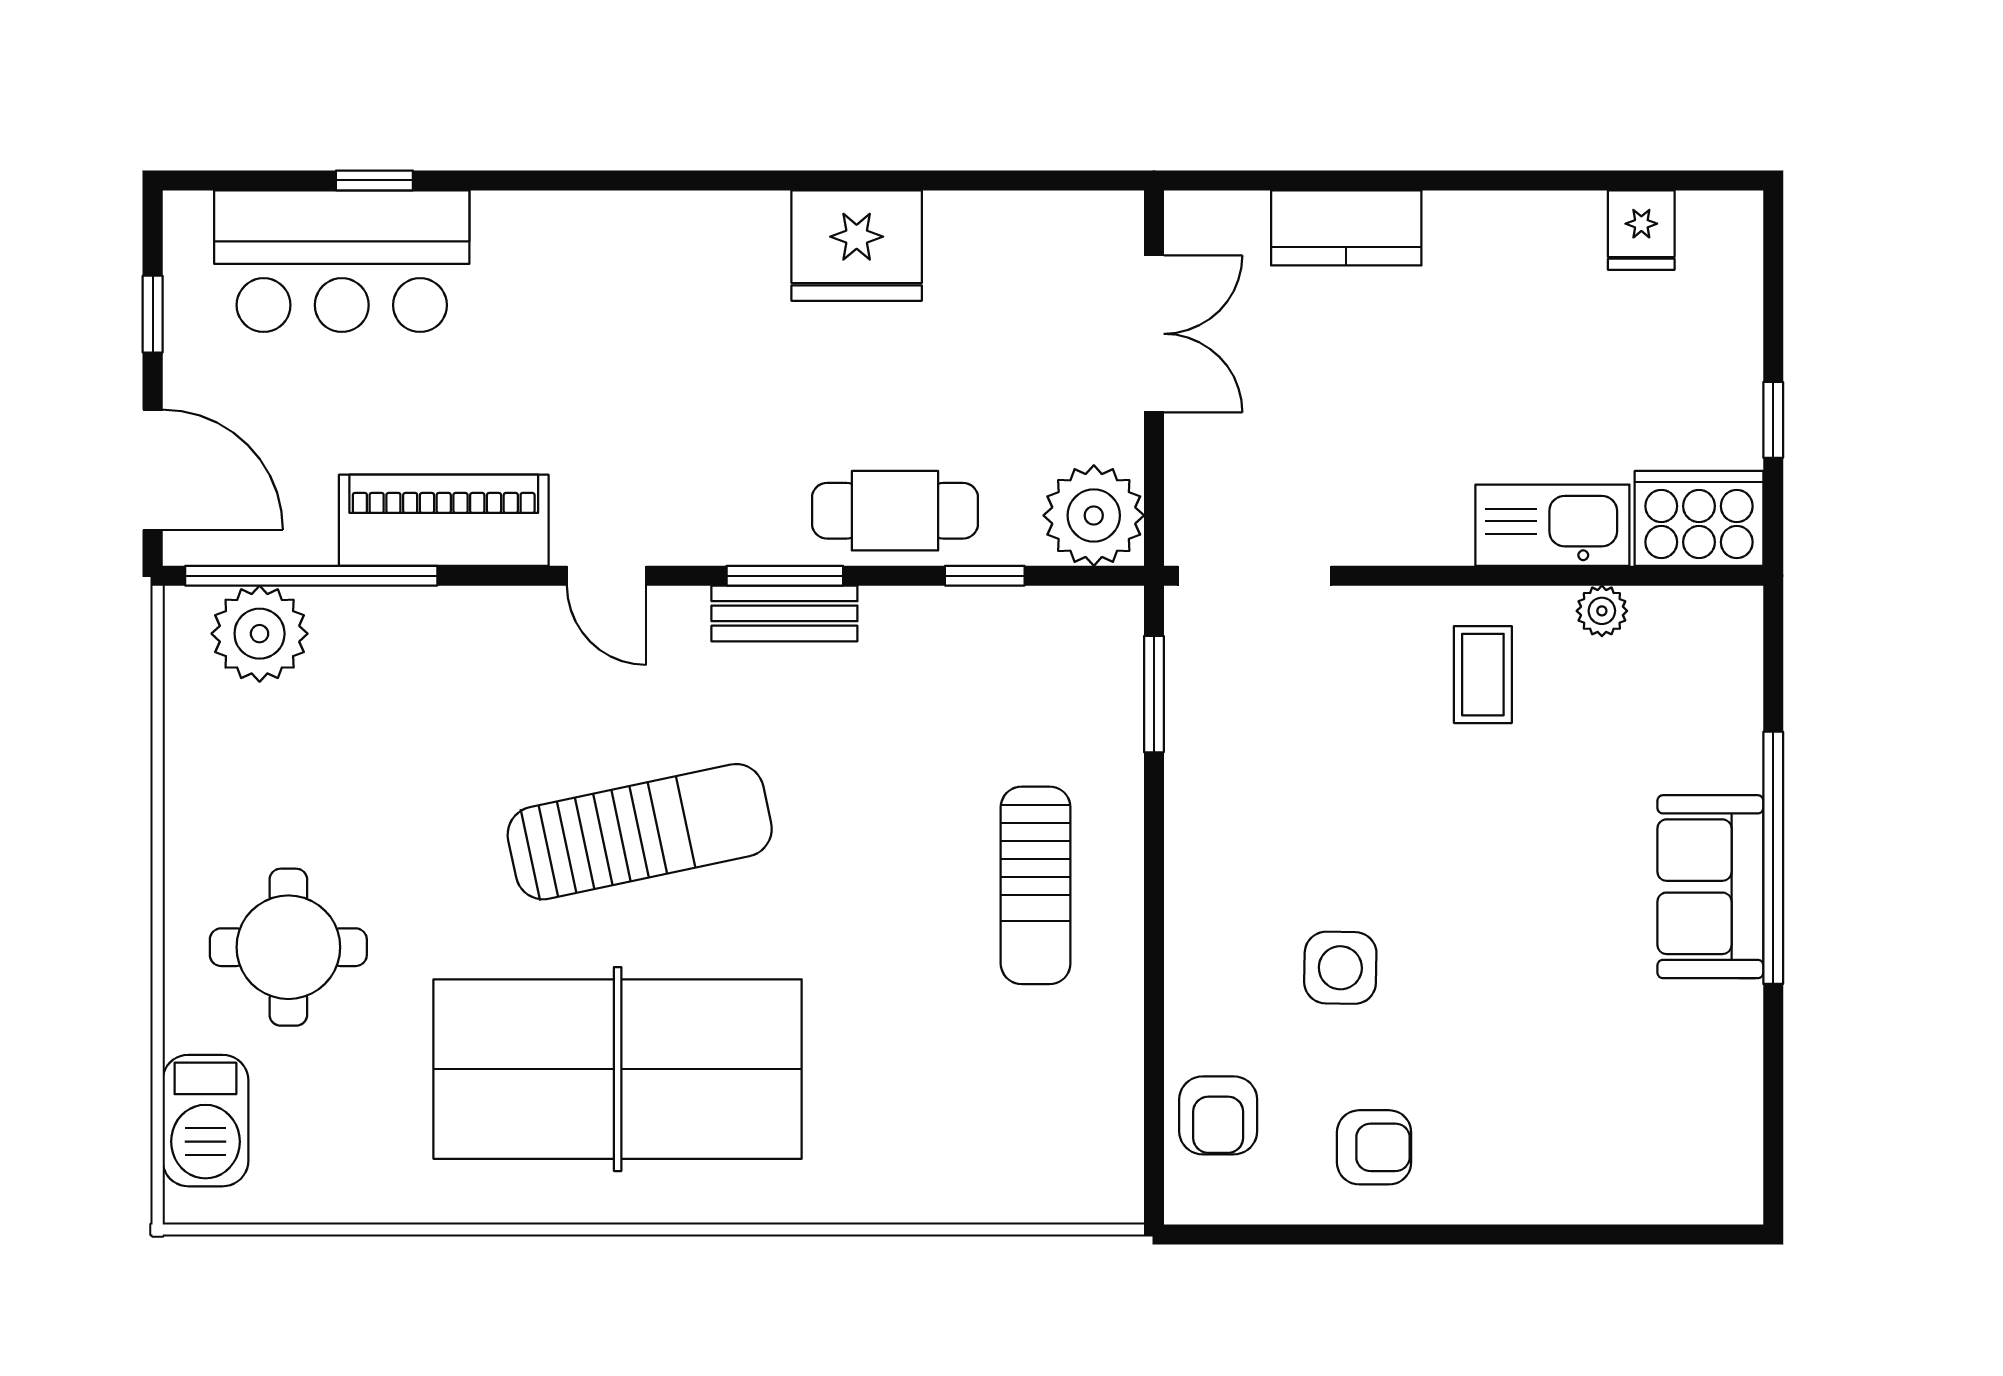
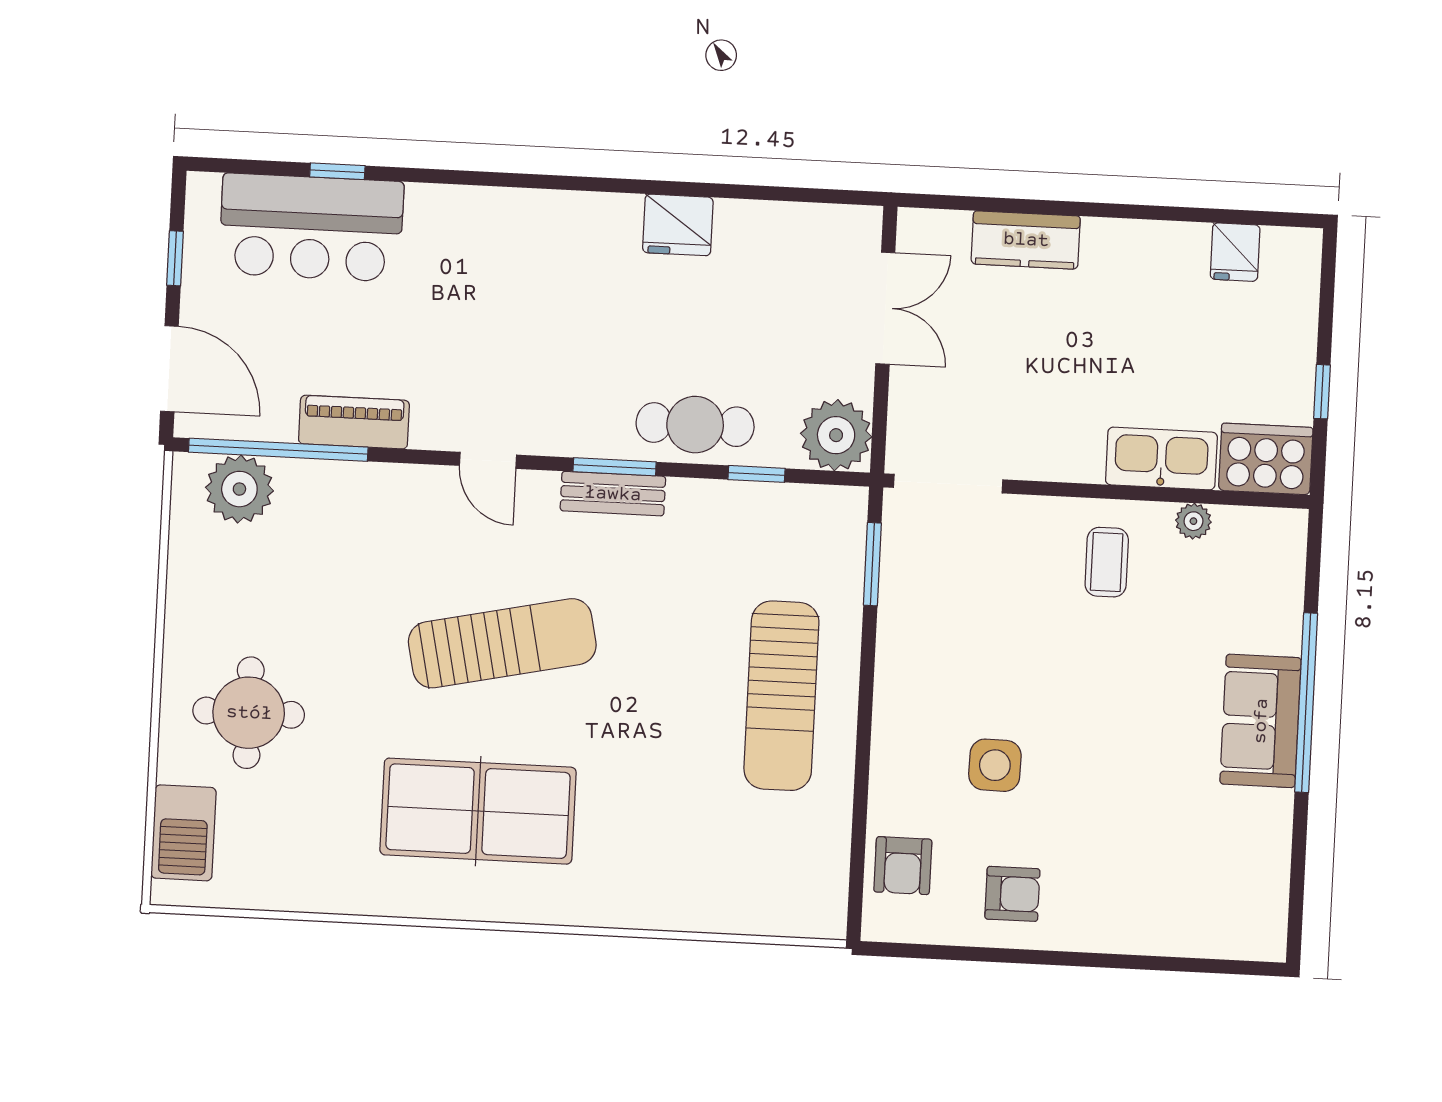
fridge: (857, 246) -> (678, 225), width x0.73, depth x0.75
piano: (444, 520) -> (354, 422), width x0.73, depth x0.75
sun lounger: (1036, 885) -> (781, 696), width x1.36, depth x1.34
table tennis table: (618, 1069) -> (478, 811), width x0.73, depth x0.76

